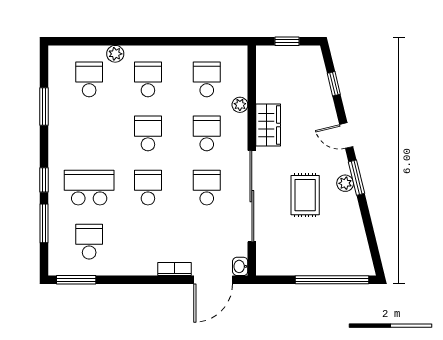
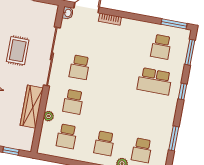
wardrobe: (268, 125) -> (32, 107), width x1.50
school desk: (148, 133) -> (111, 109), removed
school desk: (148, 188) -> (117, 74), removed
window: (44, 223) -> (190, 52), moved

